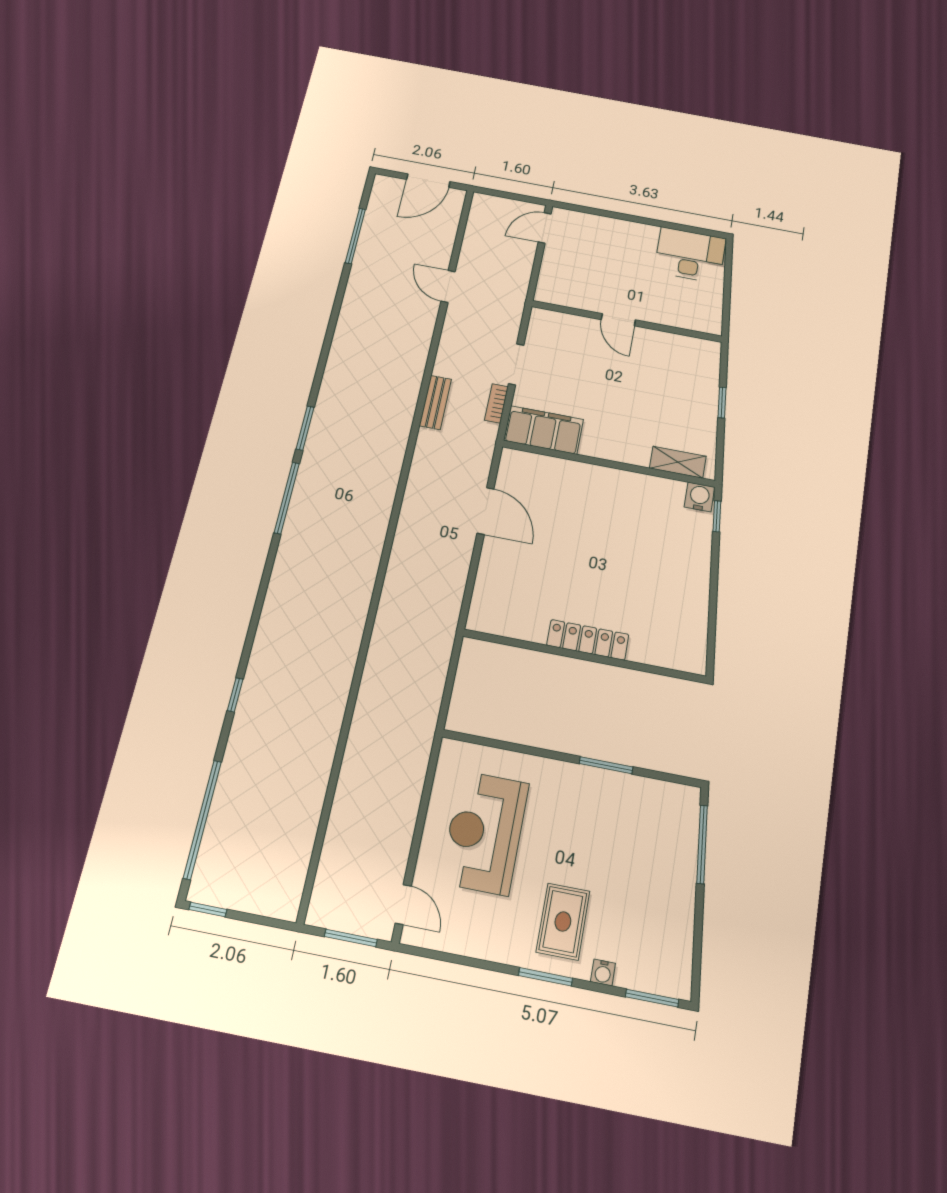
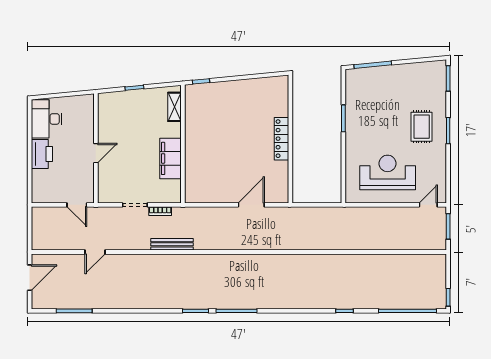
door: (428, 181) -> (30, 278), hinge flipped
door: (545, 228) -> (77, 205), moved
printer: (632, 237) -> (42, 154), added
bench: (435, 402) -> (172, 244), width x1.36
filing cabinet: (544, 430) -> (170, 158), moved
water cooler: (699, 497) -> (192, 92), removed
door: (485, 511) -> (251, 205), moved
reception desk: (485, 833) -> (388, 173), turned 180
rug: (563, 922) -> (422, 127), turned 90
water cooler: (603, 972) -> (441, 104), removed

